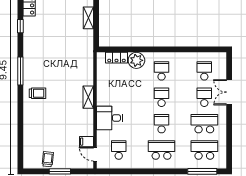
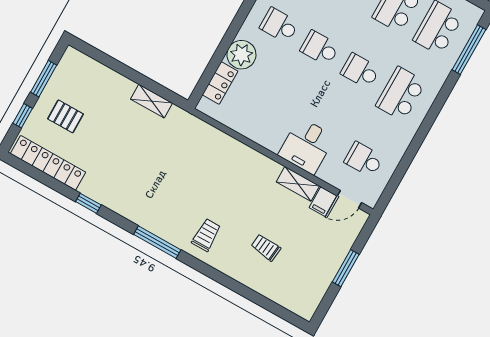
shelving: (88, 18) -> (152, 101), moved
shelving: (88, 97) -> (298, 184), moved
trolley: (48, 159) -> (266, 247), moved

